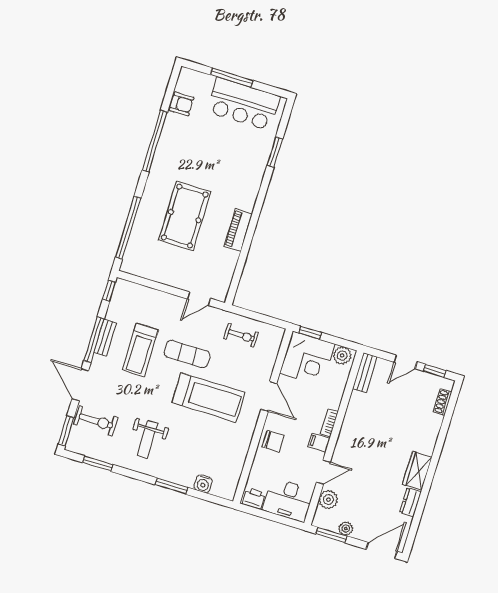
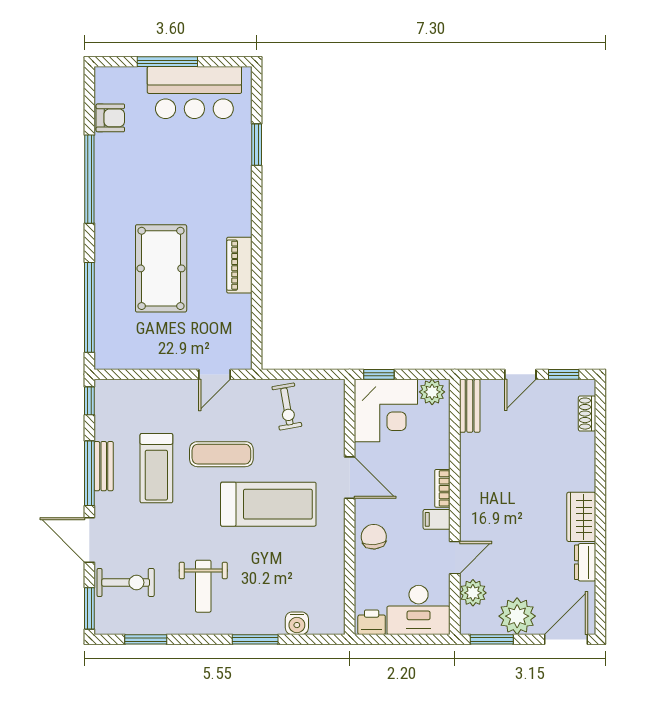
exercise bike: (241, 335) -> (287, 407), turned 80
chair: (273, 441) -> (374, 537), turned -95
plant: (346, 529) -> (517, 616), width x1.88, depth x1.88

